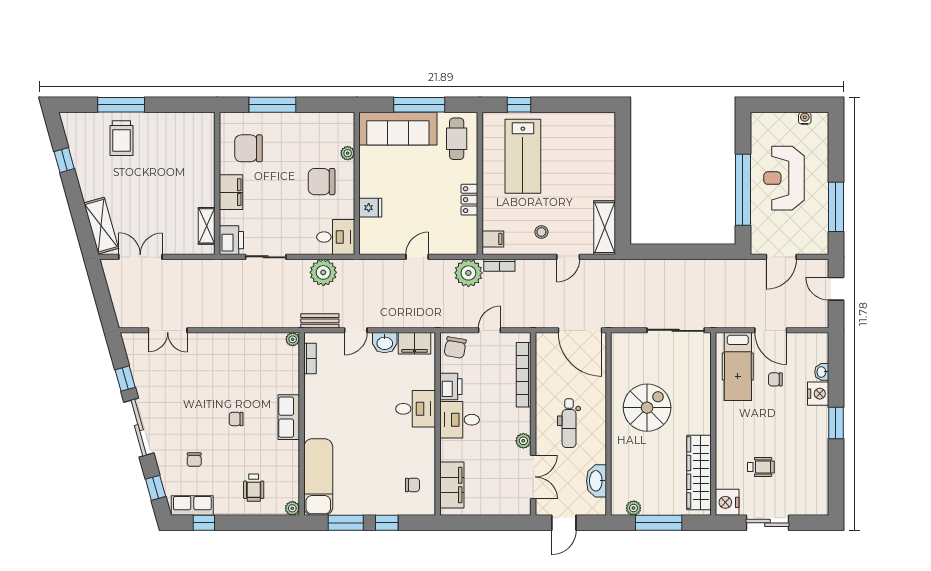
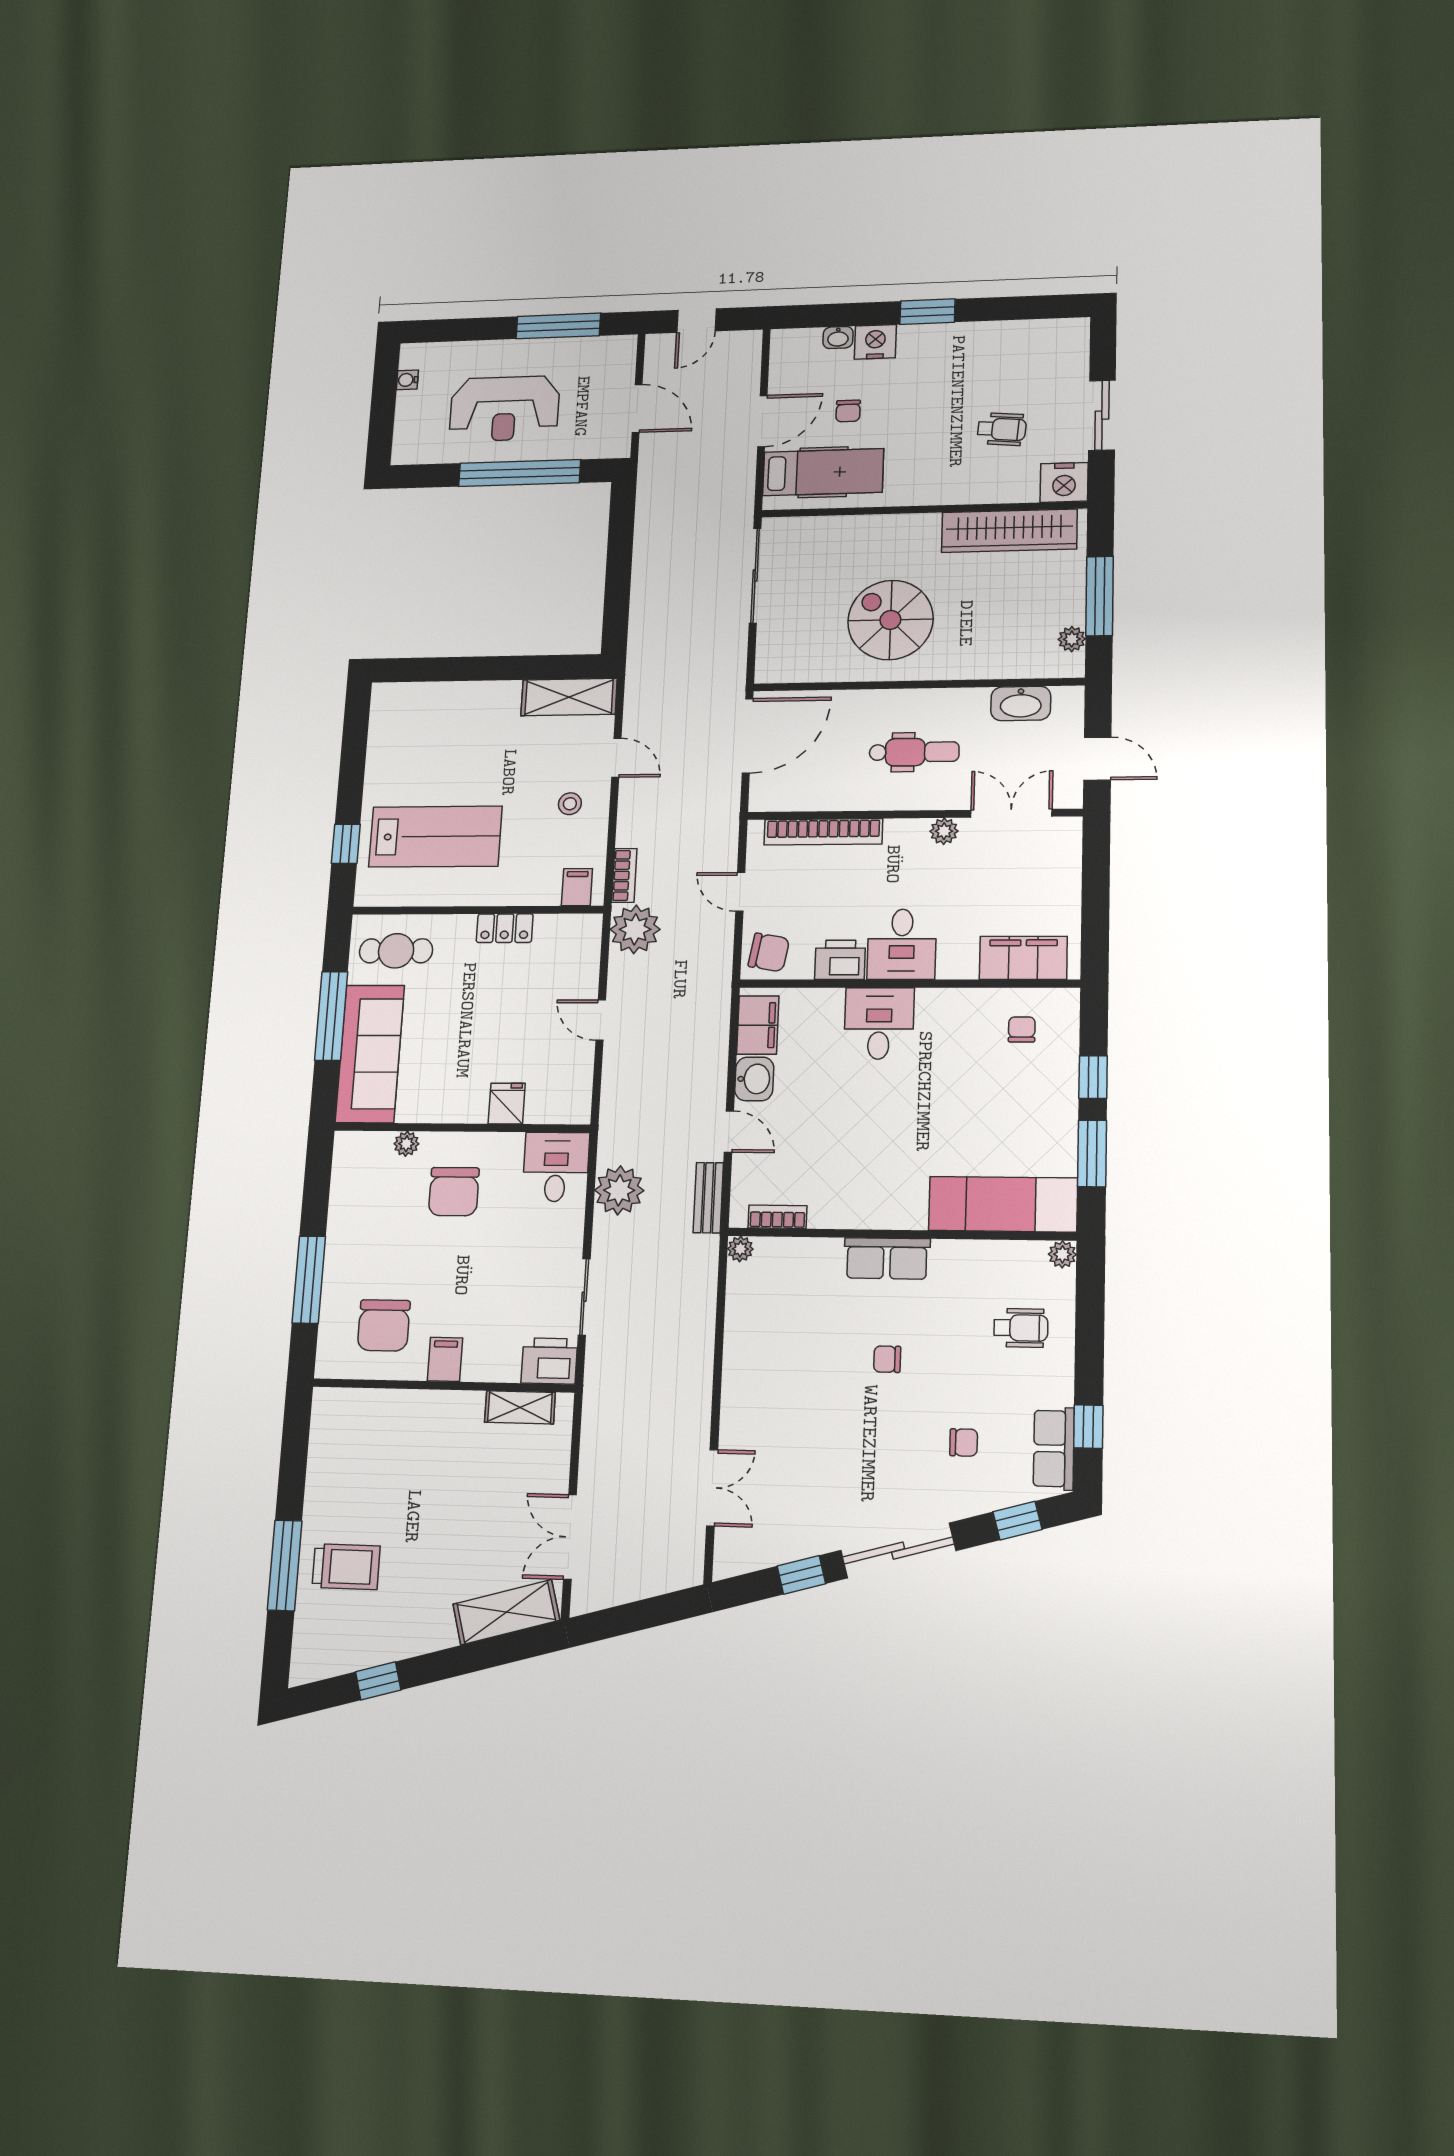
filing cabinet: (231, 192) -> (445, 1359), width x0.50
chair: (236, 419) -> (887, 1359), turned 90
wheelchair: (761, 467) -> (1002, 429), turned 95

